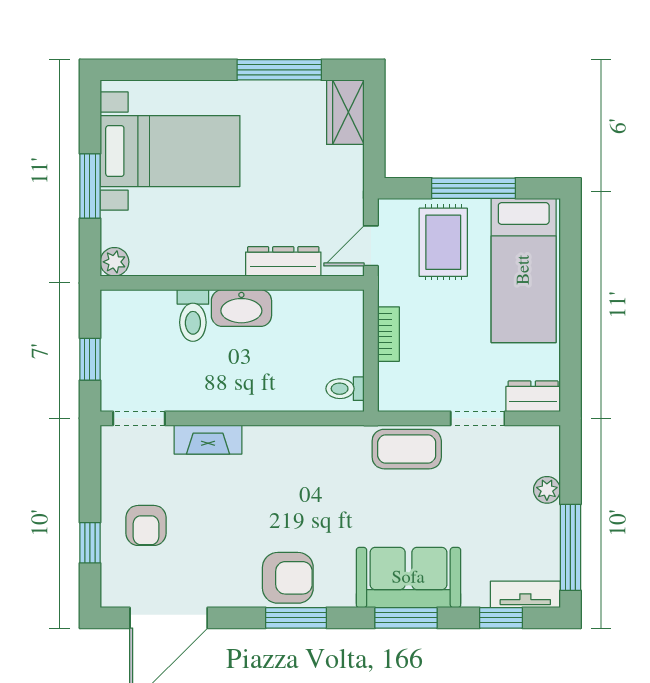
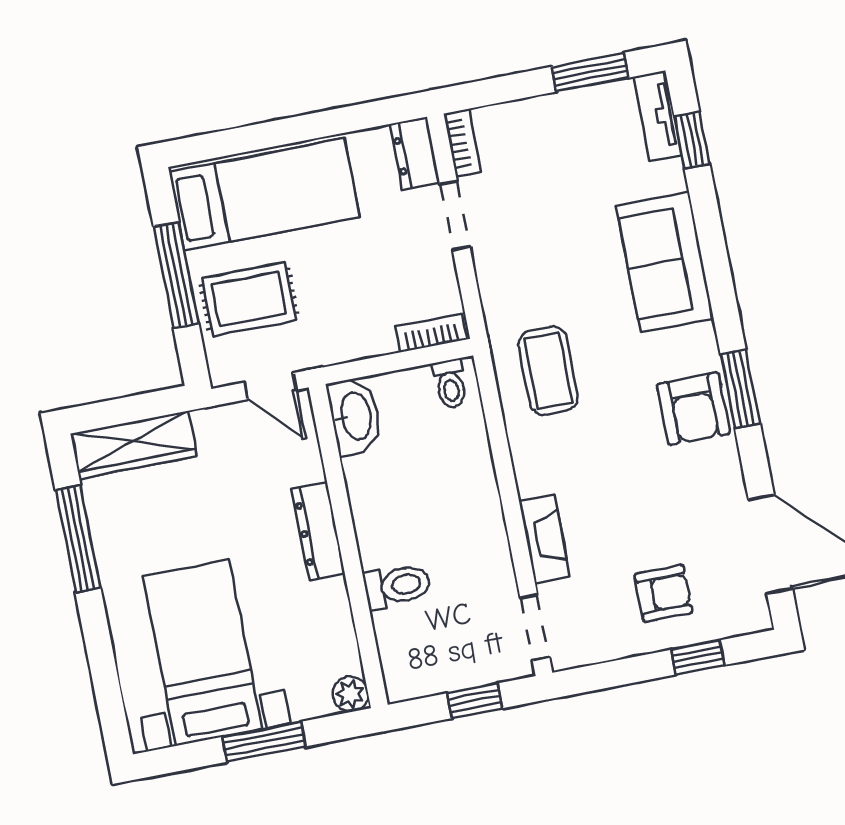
wardrobe: (345, 112) -> (134, 445), width x1.50
dresser: (283, 261) -> (318, 531), moved
washbasin: (241, 308) -> (355, 416), moved
bookcase: (388, 334) -> (431, 333), moved
bookcase: (534, 435) -> (462, 143), added
coffee table: (407, 449) -> (548, 371), moved
plant: (547, 490) -> (525, 114), removed
window: (570, 547) -> (590, 72), width x0.69
armchair: (288, 578) -> (694, 409), turned 180
window: (406, 618) -> (714, 255), removed

